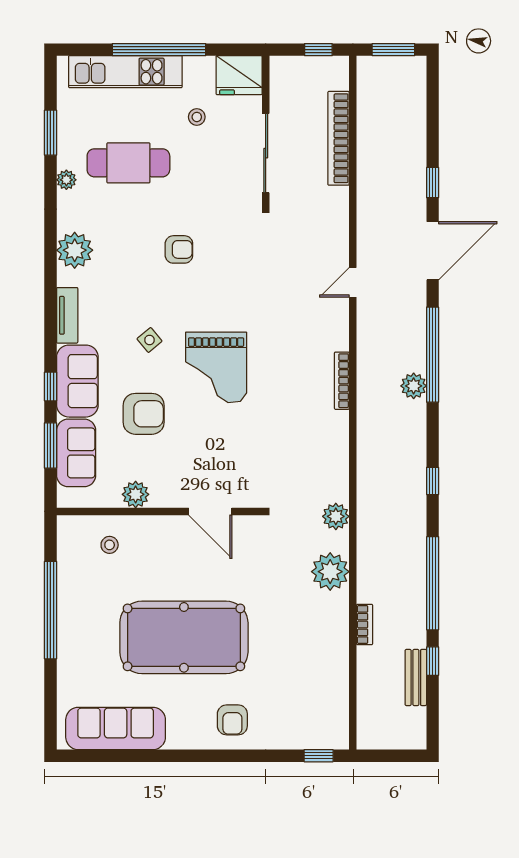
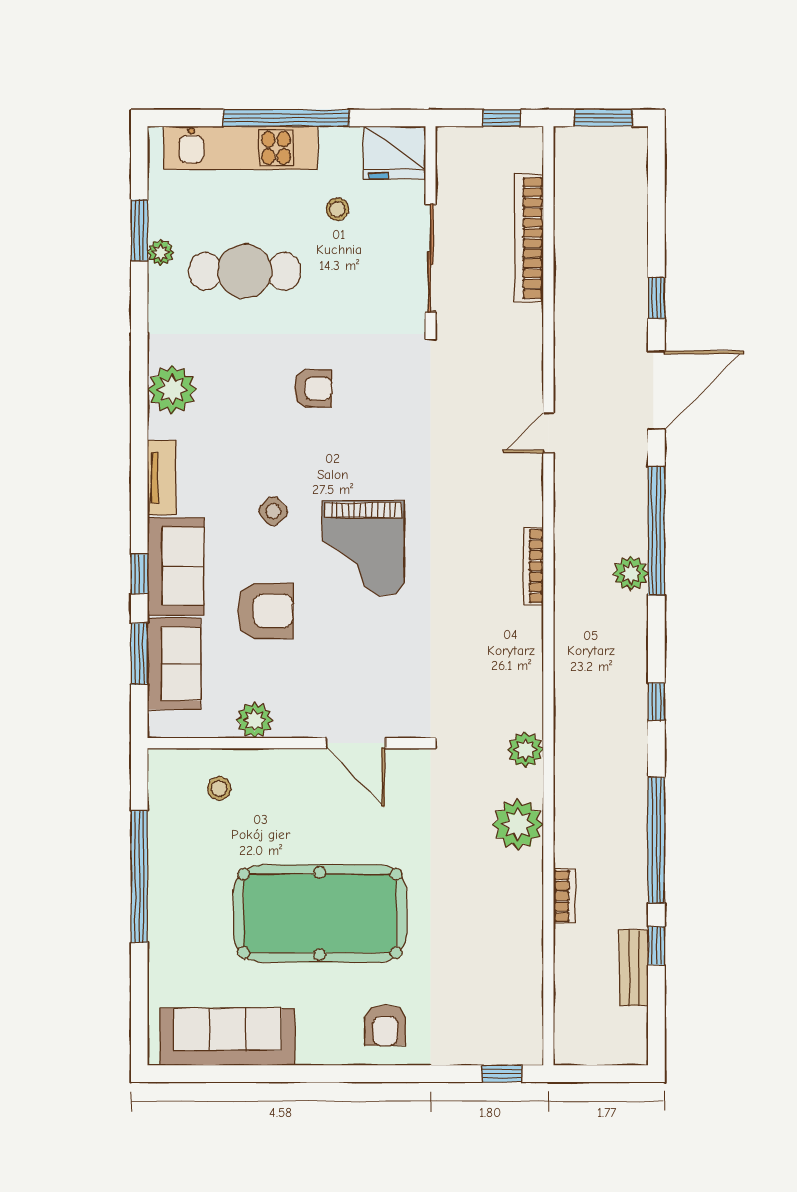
plant: (66, 180) -> (161, 252), moved

